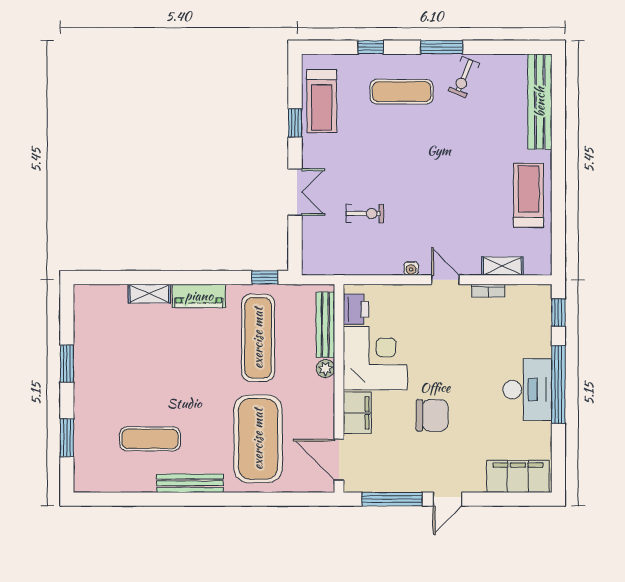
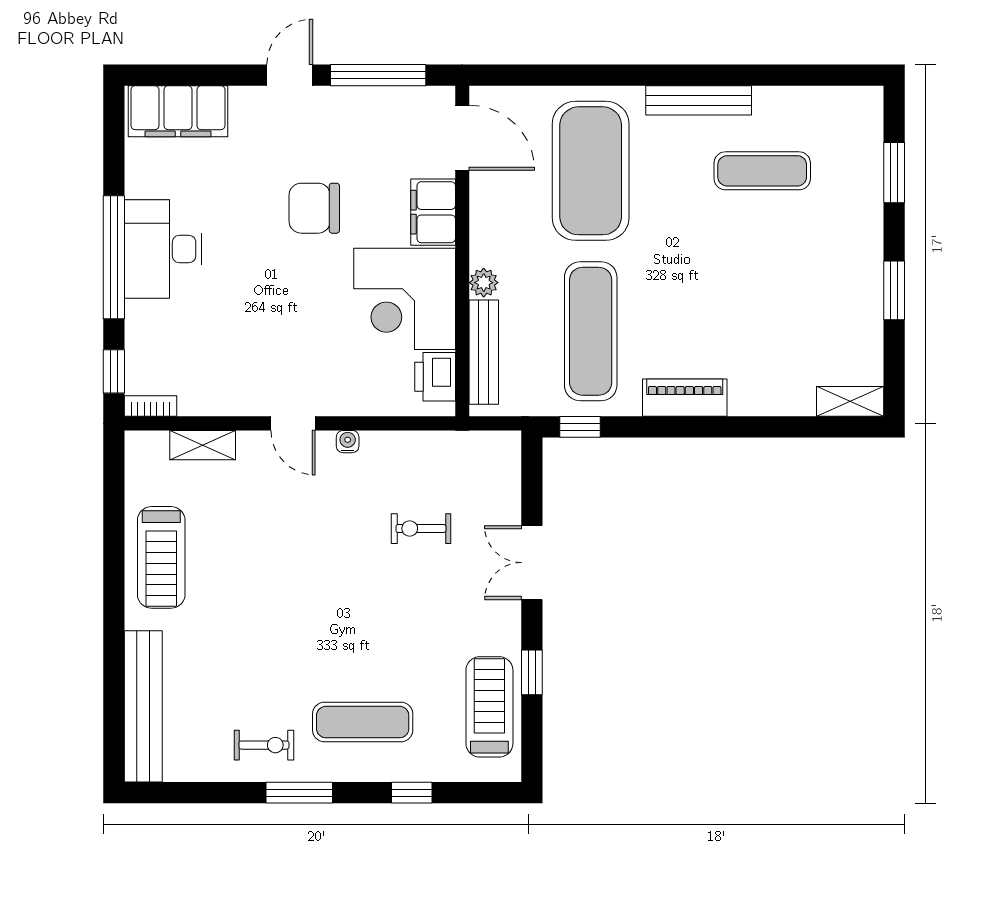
exercise bike: (464, 77) -> (264, 745), turned 68
bookcase: (488, 291) -> (150, 406), moved
shelving: (149, 294) -> (850, 401), moved

